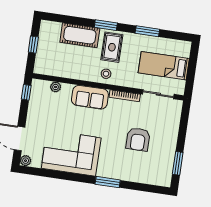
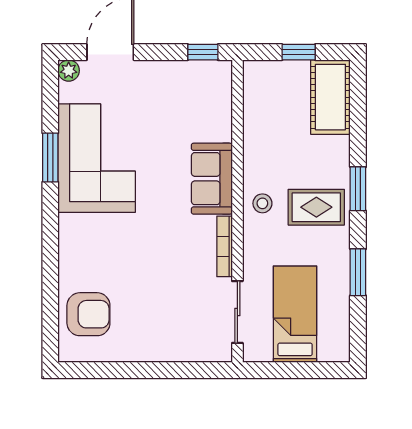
cot: (80, 35) -> (330, 97), moved
plant: (56, 87) -> (222, 108), removed
armchair: (138, 139) -> (88, 314), moved, turned 180
window: (178, 163) -> (107, 370), removed
window: (108, 182) -> (50, 157), moved

